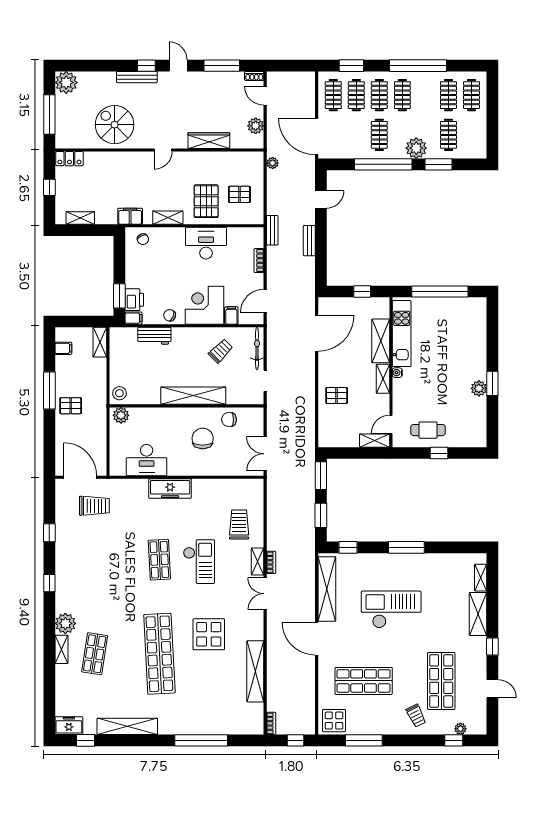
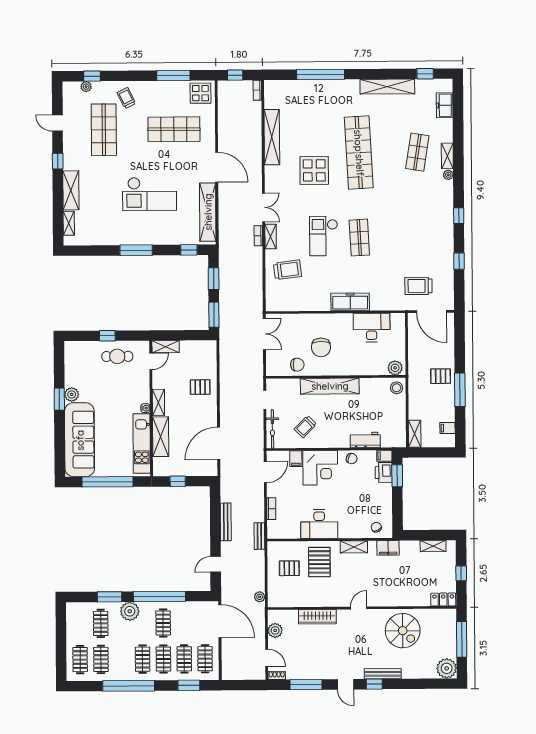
bench: (309, 241) -> (226, 522), width x1.36
sofa: (470, 338) -> (80, 440), added
trolley: (239, 525) -> (288, 270), turned -97
plant: (65, 623) -> (448, 175), width x0.53, depth x0.53
freezer: (69, 726) -> (445, 105), moved, turned 90

